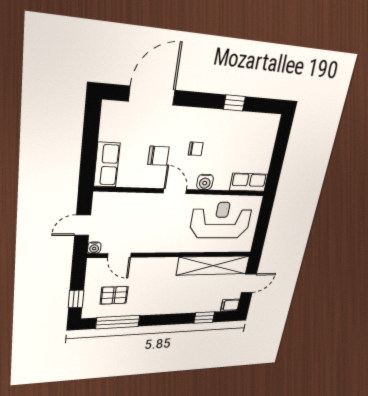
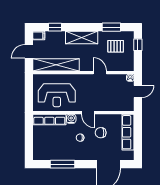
window: (234, 103) -> (62, 164), width x2.17
row of seats: (107, 165) -> (128, 132), width x1.48
row of seats: (249, 182) -> (49, 120), width x1.48
door: (119, 255) -> (100, 73), moved
shelving: (167, 305) -> (82, 38), added
window: (118, 322) -> (111, 27), width x0.69

